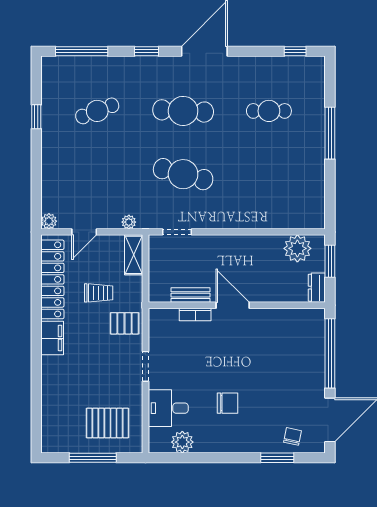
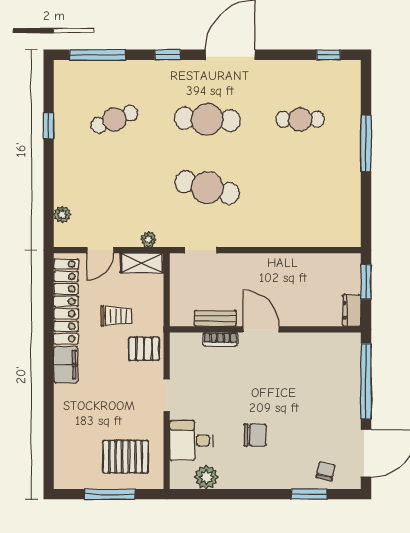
plant: (49, 221) -> (62, 214), moved
plant: (297, 248) -> (331, 268), removed
shelving: (134, 255) -> (142, 263), moved, turned 90

